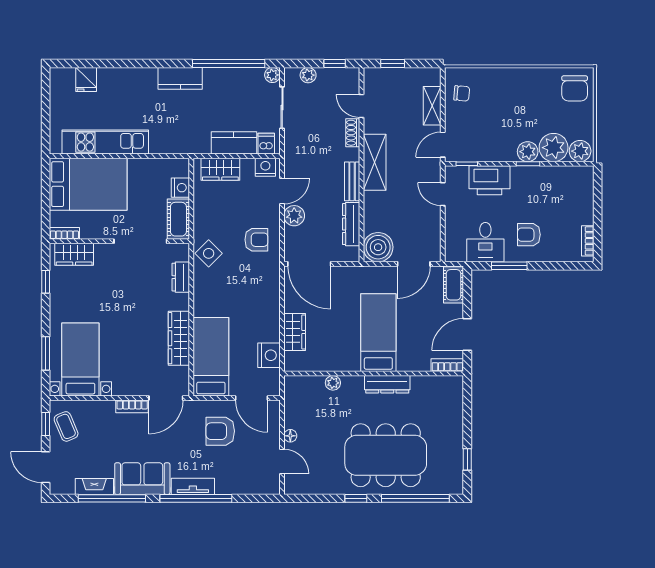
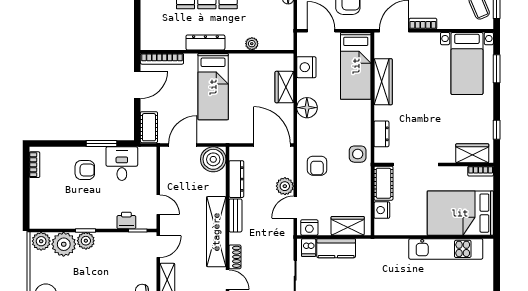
shelving: (375, 162) -> (216, 232), width x1.47
printer: (490, 180) -> (126, 220), width x0.53, depth x0.68
armchair: (256, 240) -> (317, 166), turned -90
side table: (209, 253) -> (358, 154), turned 45
floor lamp: (268, 308) -> (307, 108), added
bookcase: (447, 365) -> (162, 59), width x1.56

